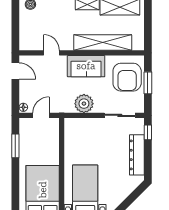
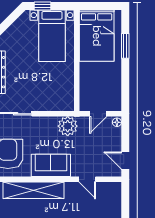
plant: (84, 104) -> (68, 126), moved
window: (15, 146) -> (125, 46), moved

